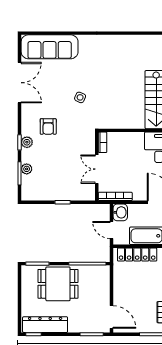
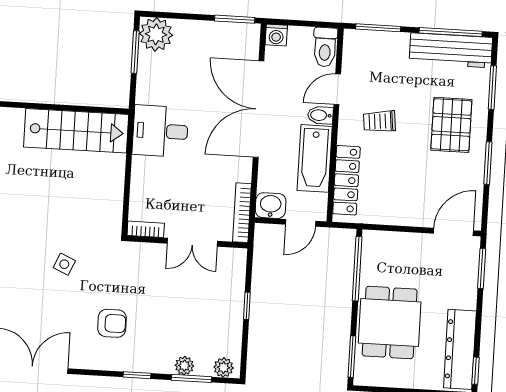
plant: (27, 142) -> (224, 367), moved

